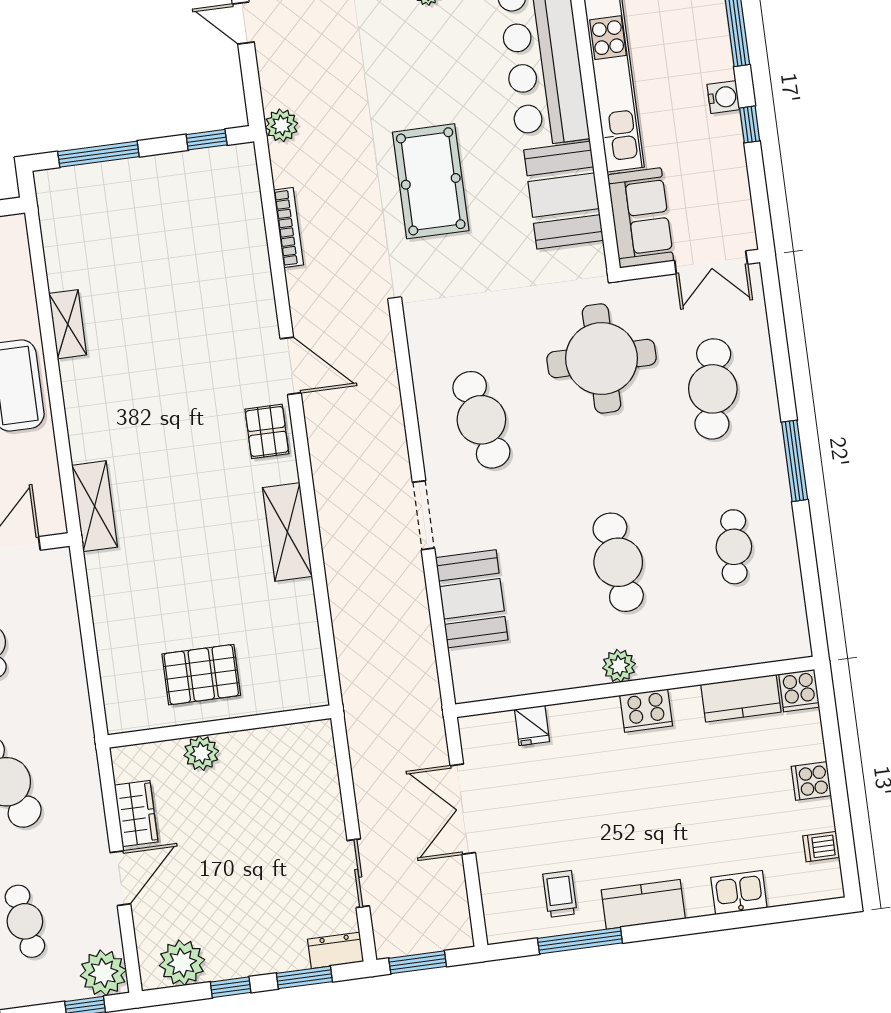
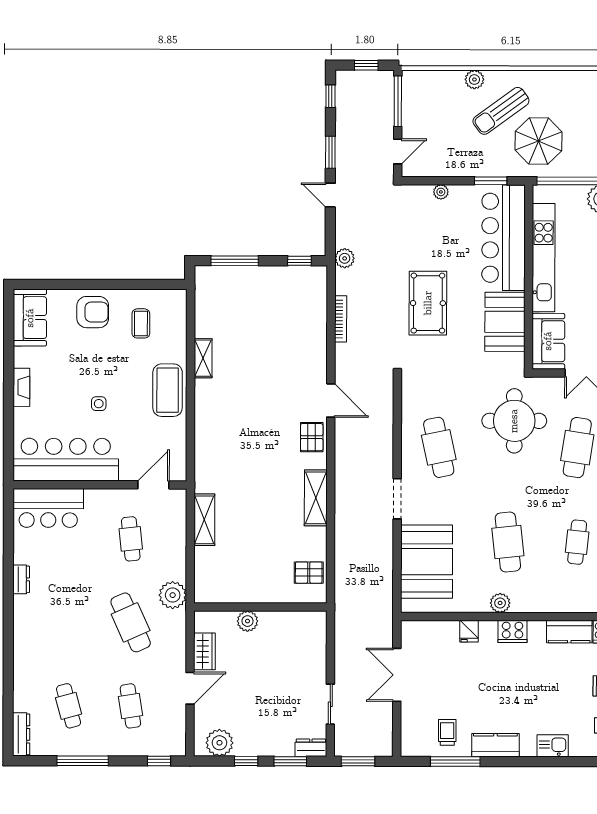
shelving: (95, 506) -> (204, 520), moved
booth: (472, 599) -> (427, 562), width x1.36, depth x1.42
pallet: (201, 675) -> (309, 573), moved, width x0.67, depth x0.71
fridge: (532, 725) -> (469, 631), moved
plant: (103, 973) -> (173, 595), moved

